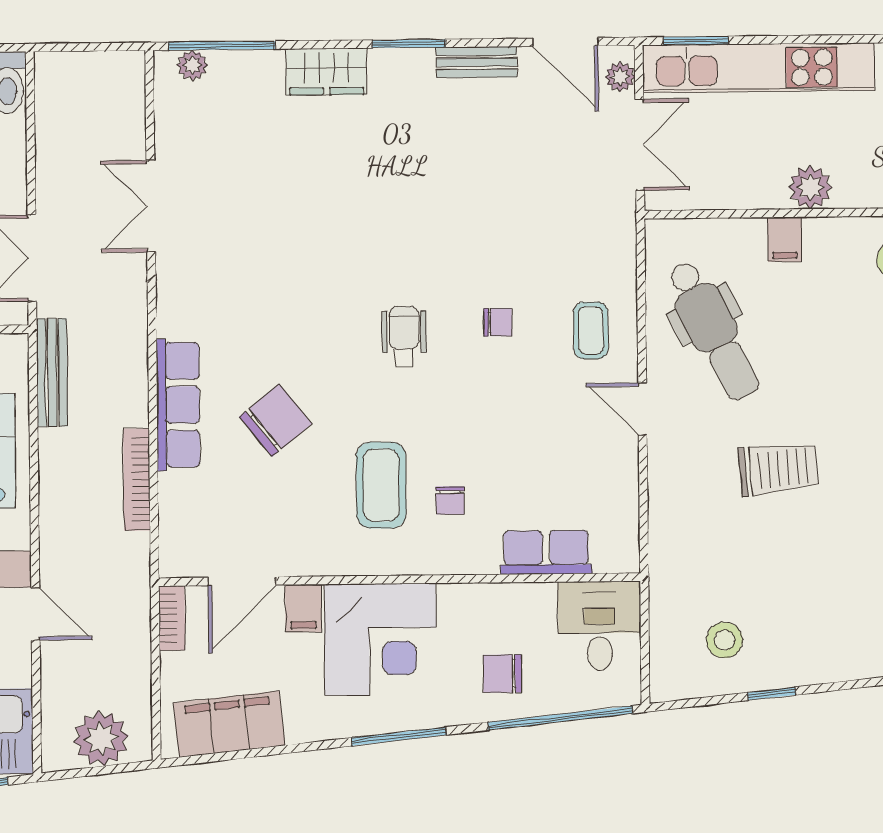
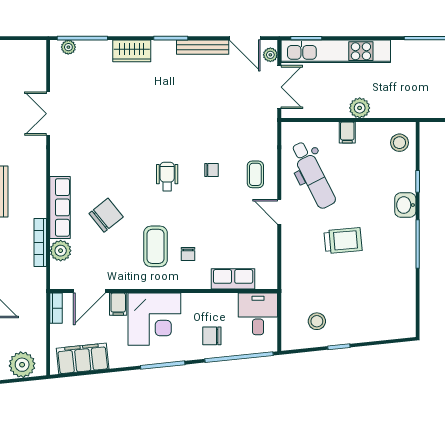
bench: (477, 62) -> (203, 47), width x1.36
plant: (180, 496) -> (61, 251), added

